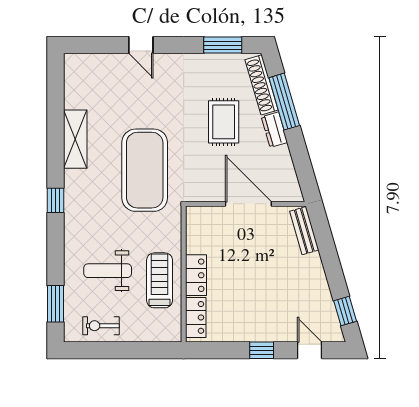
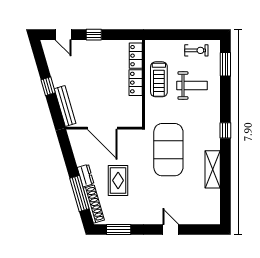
bench: (304, 231) -> (65, 106), width x1.36
window: (345, 311) -> (48, 86), moved

